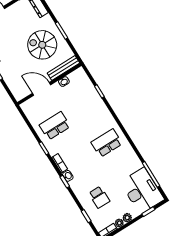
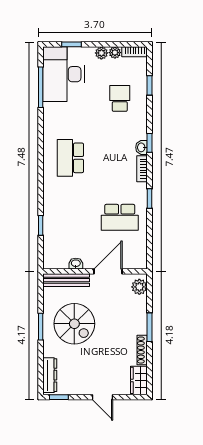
door: (42, 89) -> (108, 271), swing flipped
plant: (17, 91) -> (139, 287), added
school desk: (107, 143) -> (70, 158), turned 90

